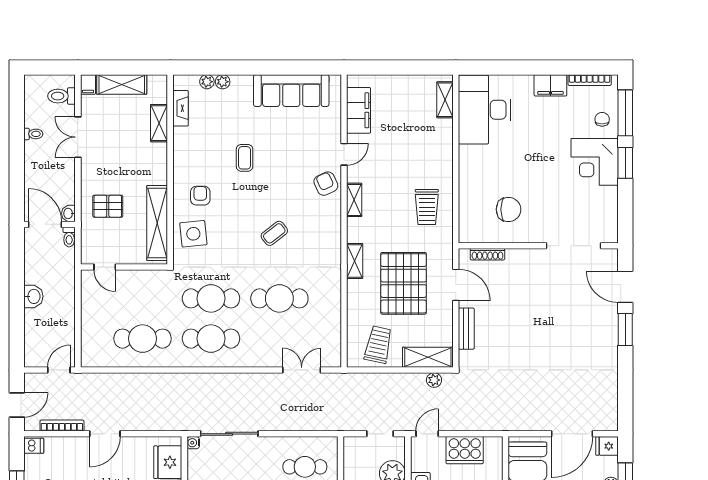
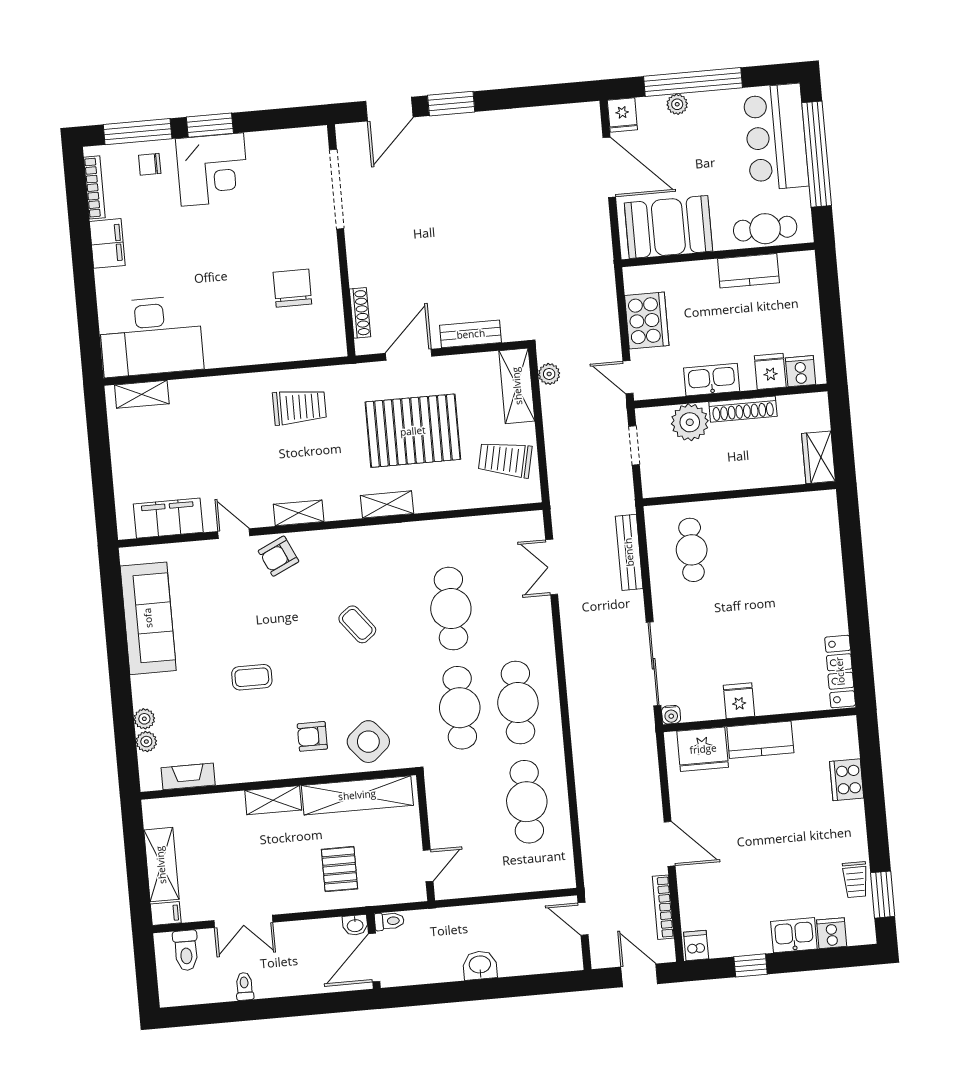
shelving: (159, 123) -> (273, 800), moved
side table: (193, 234) -> (368, 742), turned -34
bench: (307, 424) -> (629, 552), added

